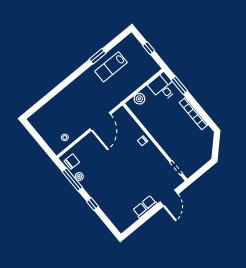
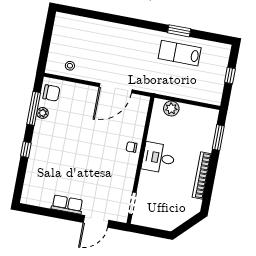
desk: (163, 87) -> (158, 158), moved, turned -90

